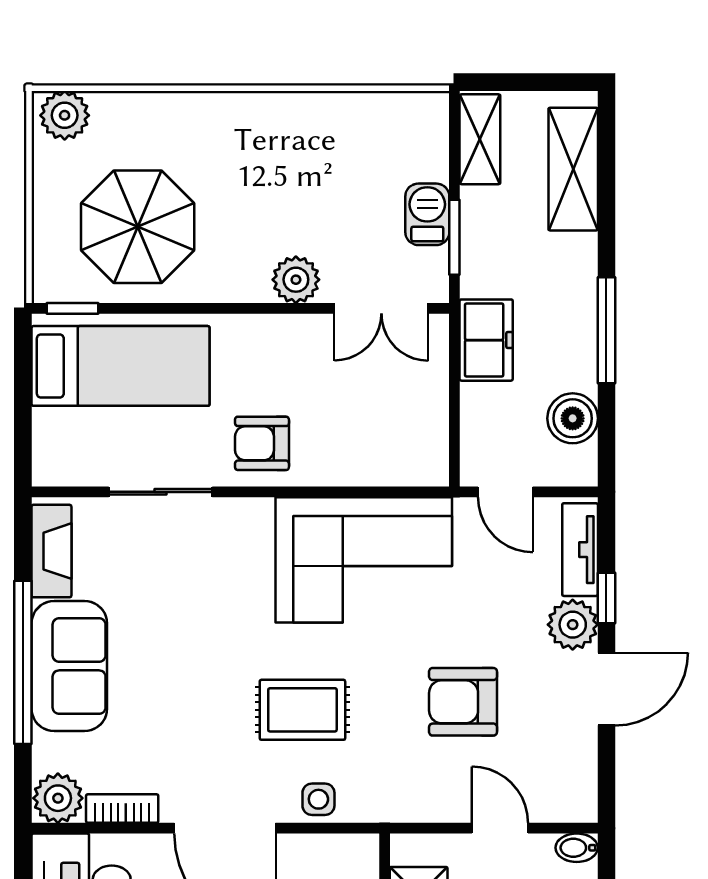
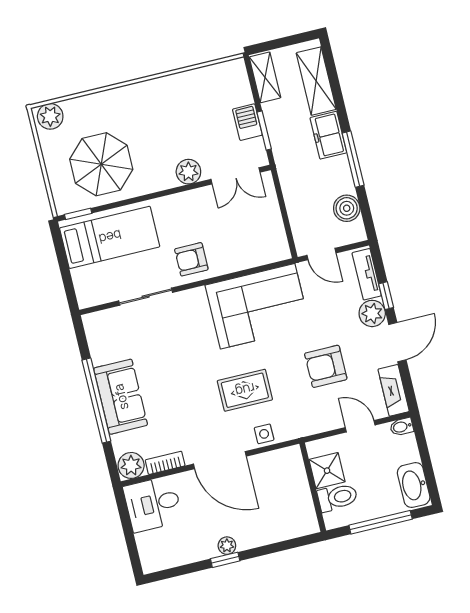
freezer: (486, 340) -> (328, 135), moved, turned 180
fireplace: (51, 551) -> (394, 390), moved, turned 180

